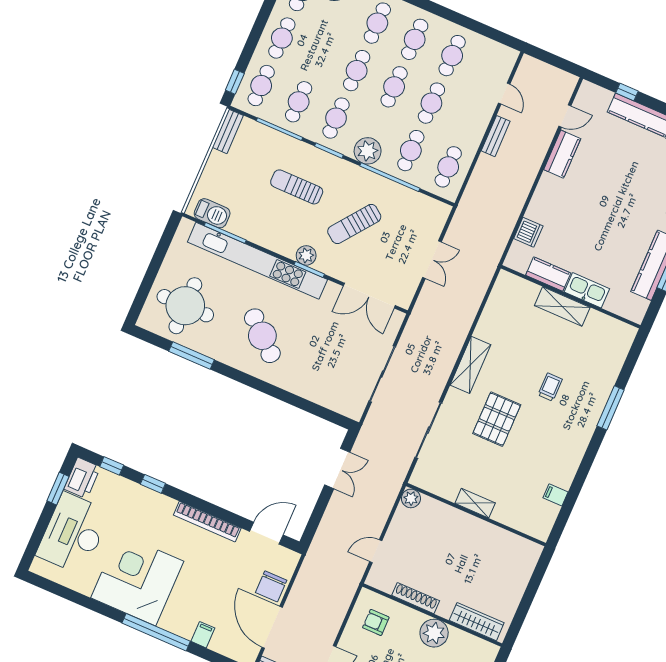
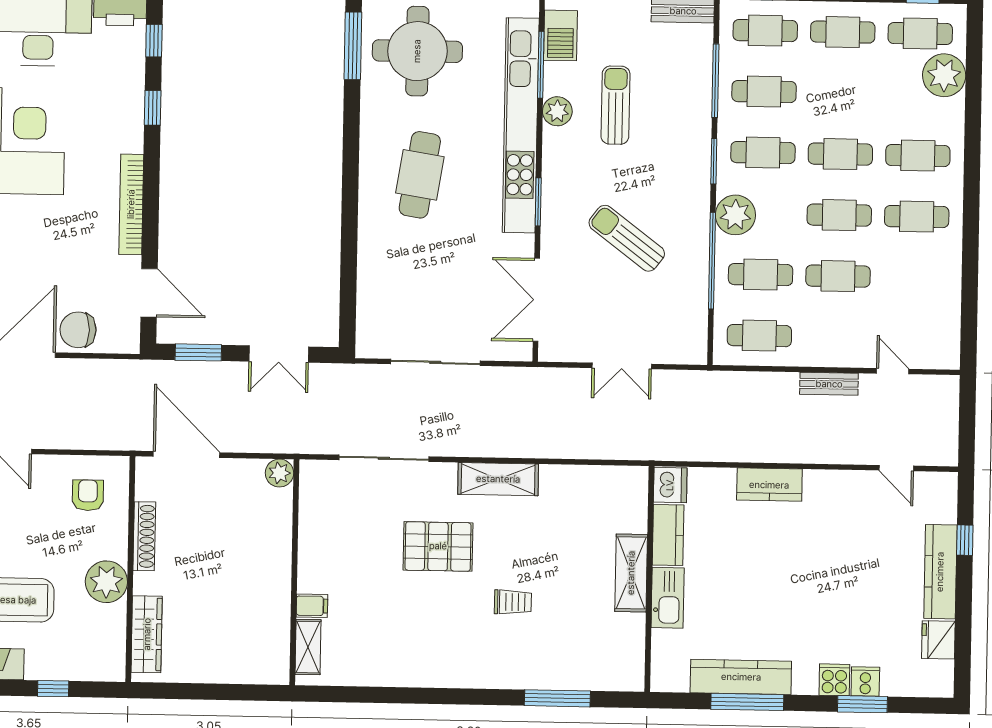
cafe table: (452, 56) -> (916, 278), removed
door: (504, 94) -> (893, 371), swing flipped
kitchen counter: (562, 154) -> (769, 485), moved
sun lounger: (297, 187) -> (615, 105), moved
dishwasher: (528, 232) -> (670, 485), moved, turned -90
plant: (306, 255) -> (557, 111), moved
cafe table: (262, 336) -> (420, 175), turned -33
window: (191, 355) -> (353, 46), moved
window: (611, 408) -> (557, 698), moved
filing cabinet: (556, 495) -> (312, 606), moved, turned 90
shelving: (475, 503) -> (308, 647), moved
window: (316, 518) -> (198, 352), added
door: (376, 551) -> (186, 454), width x1.88

